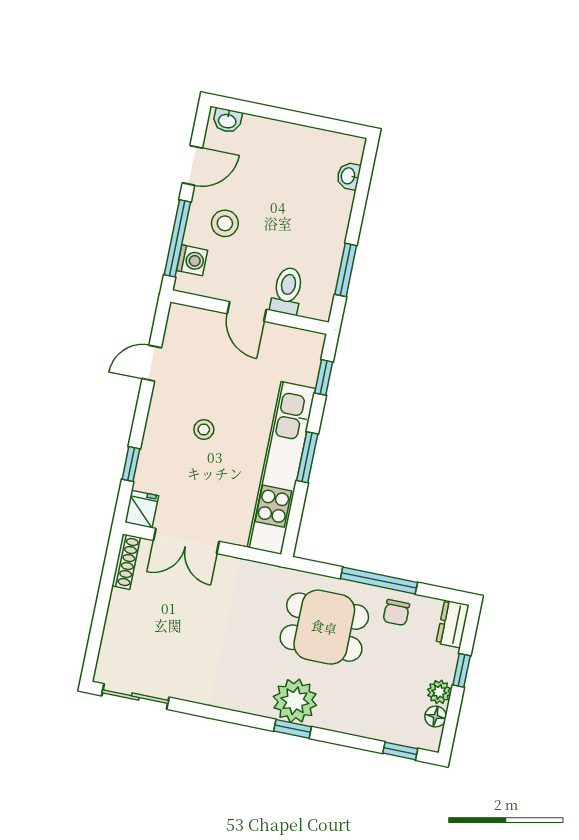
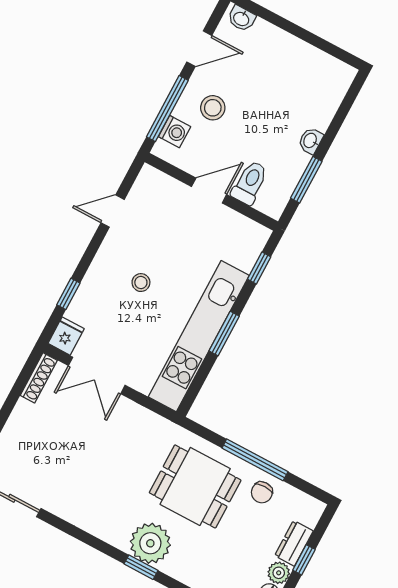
washbasin: (349, 176) -> (311, 141), moved
door: (247, 311) -> (209, 190), swing flipped
dresser: (453, 624) -> (294, 543), moved

